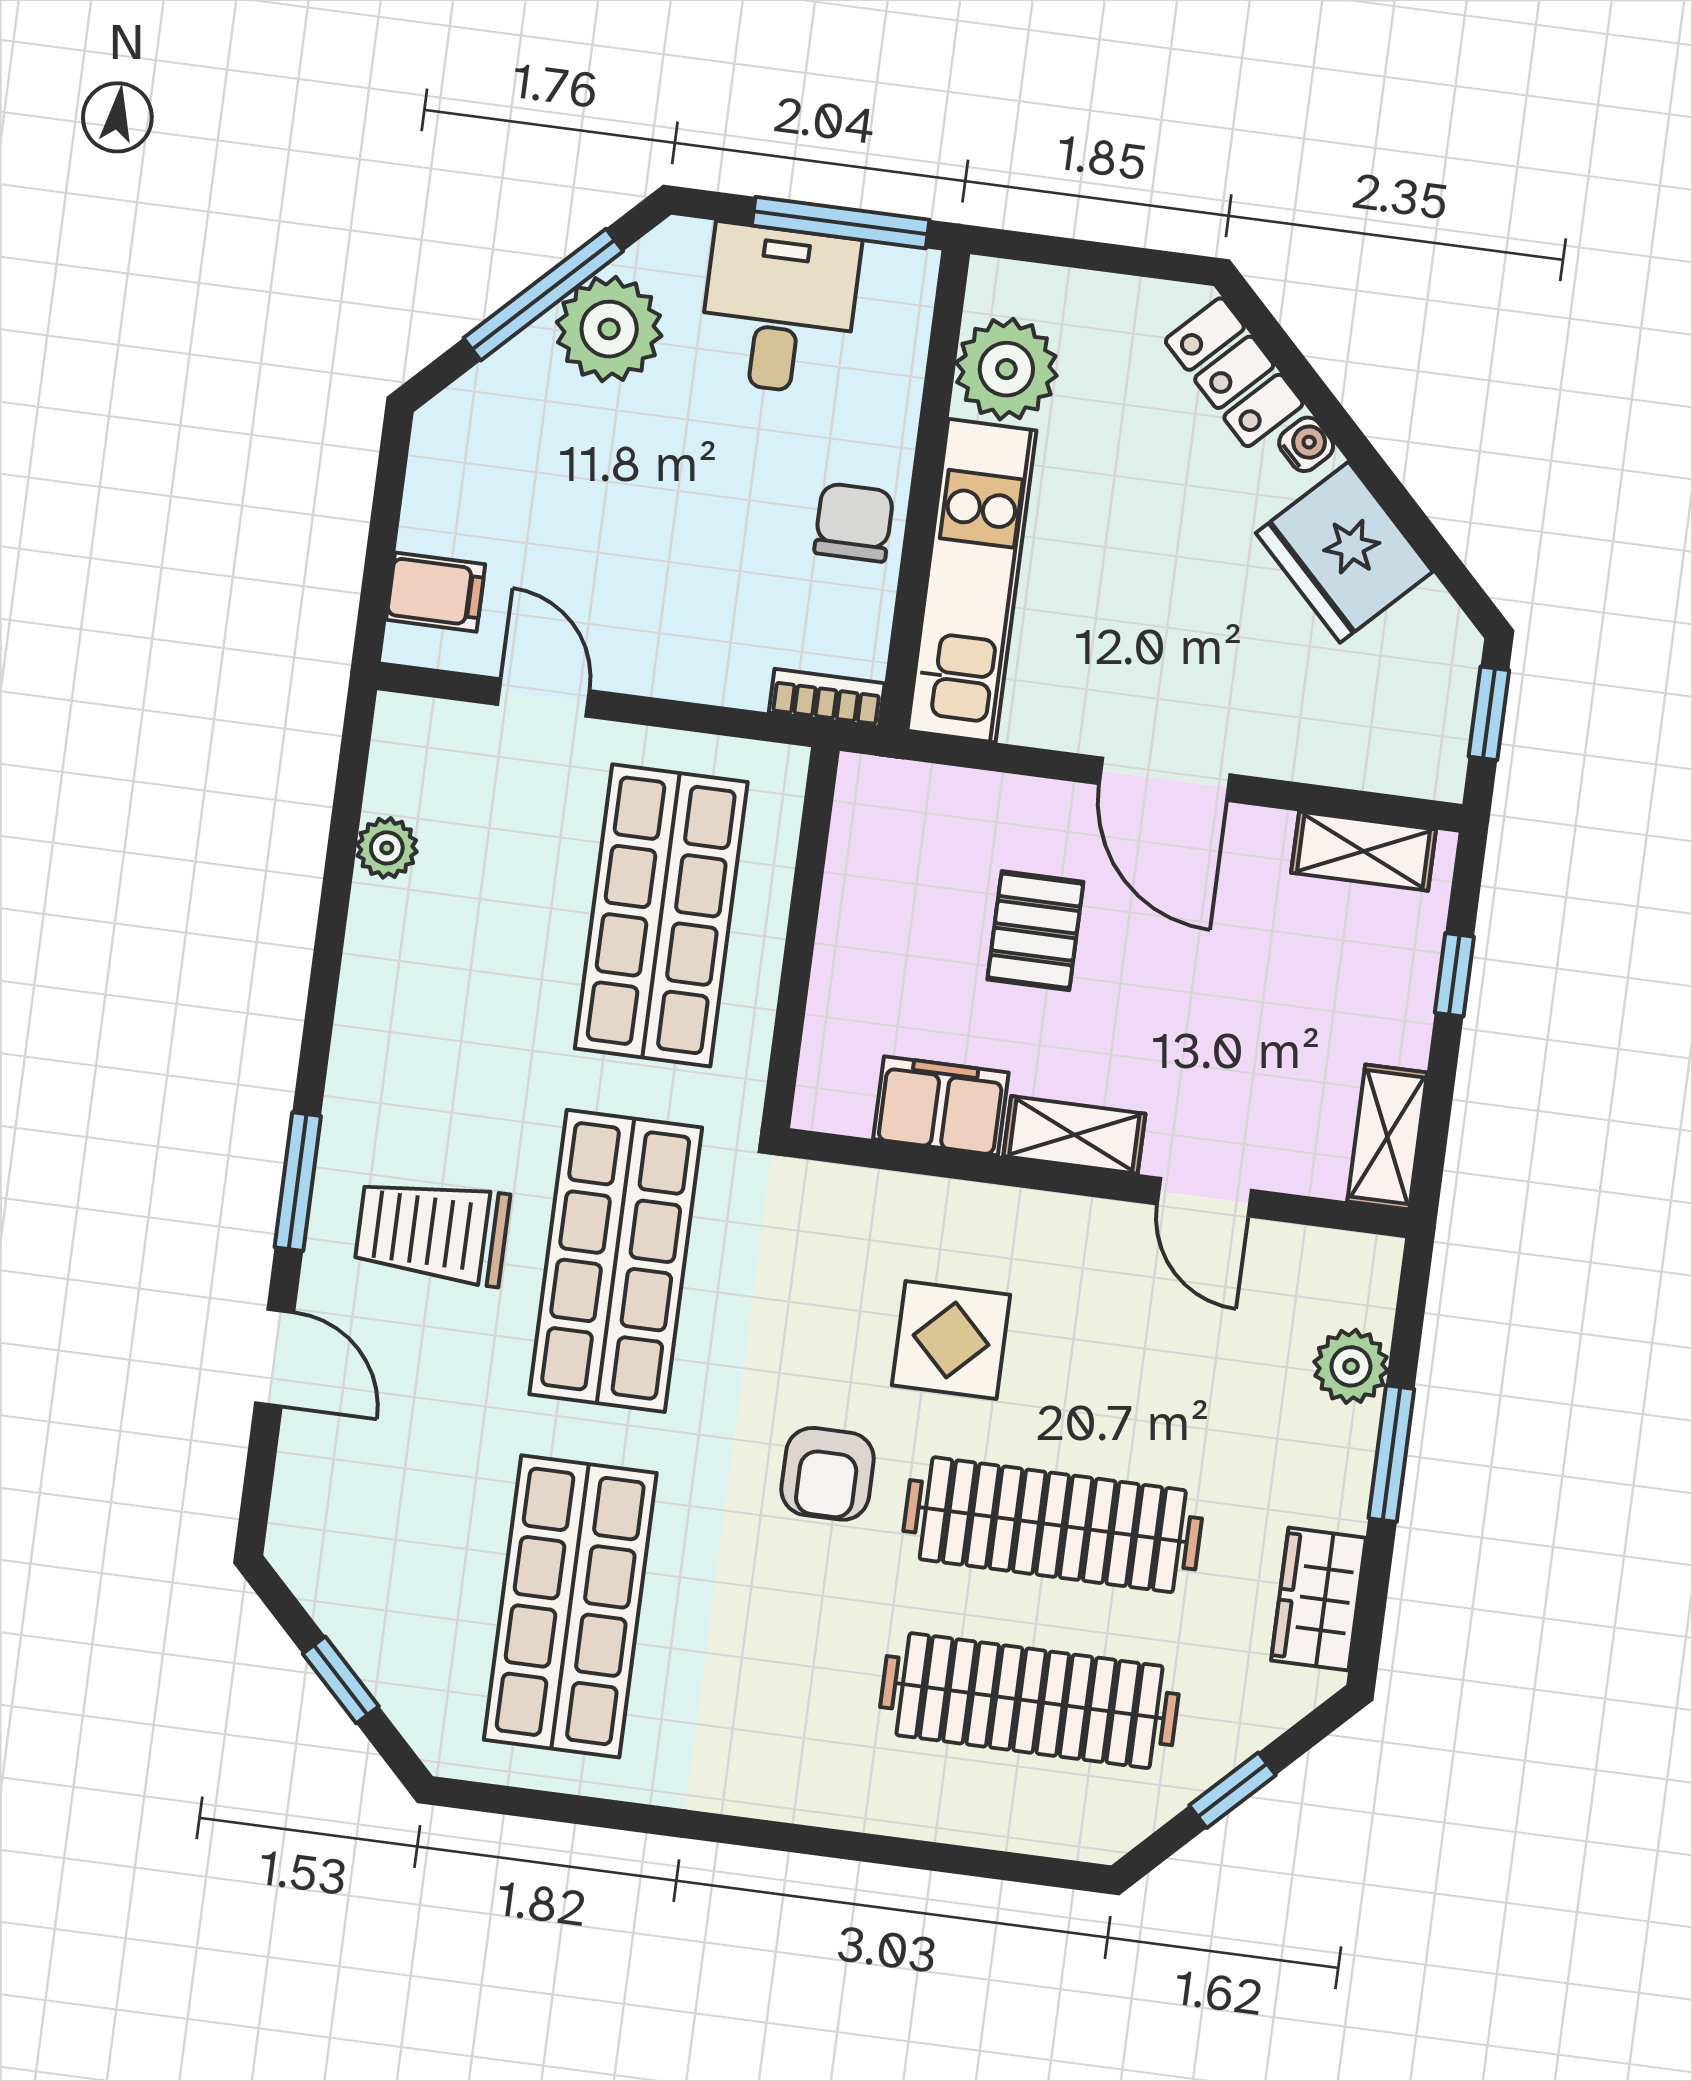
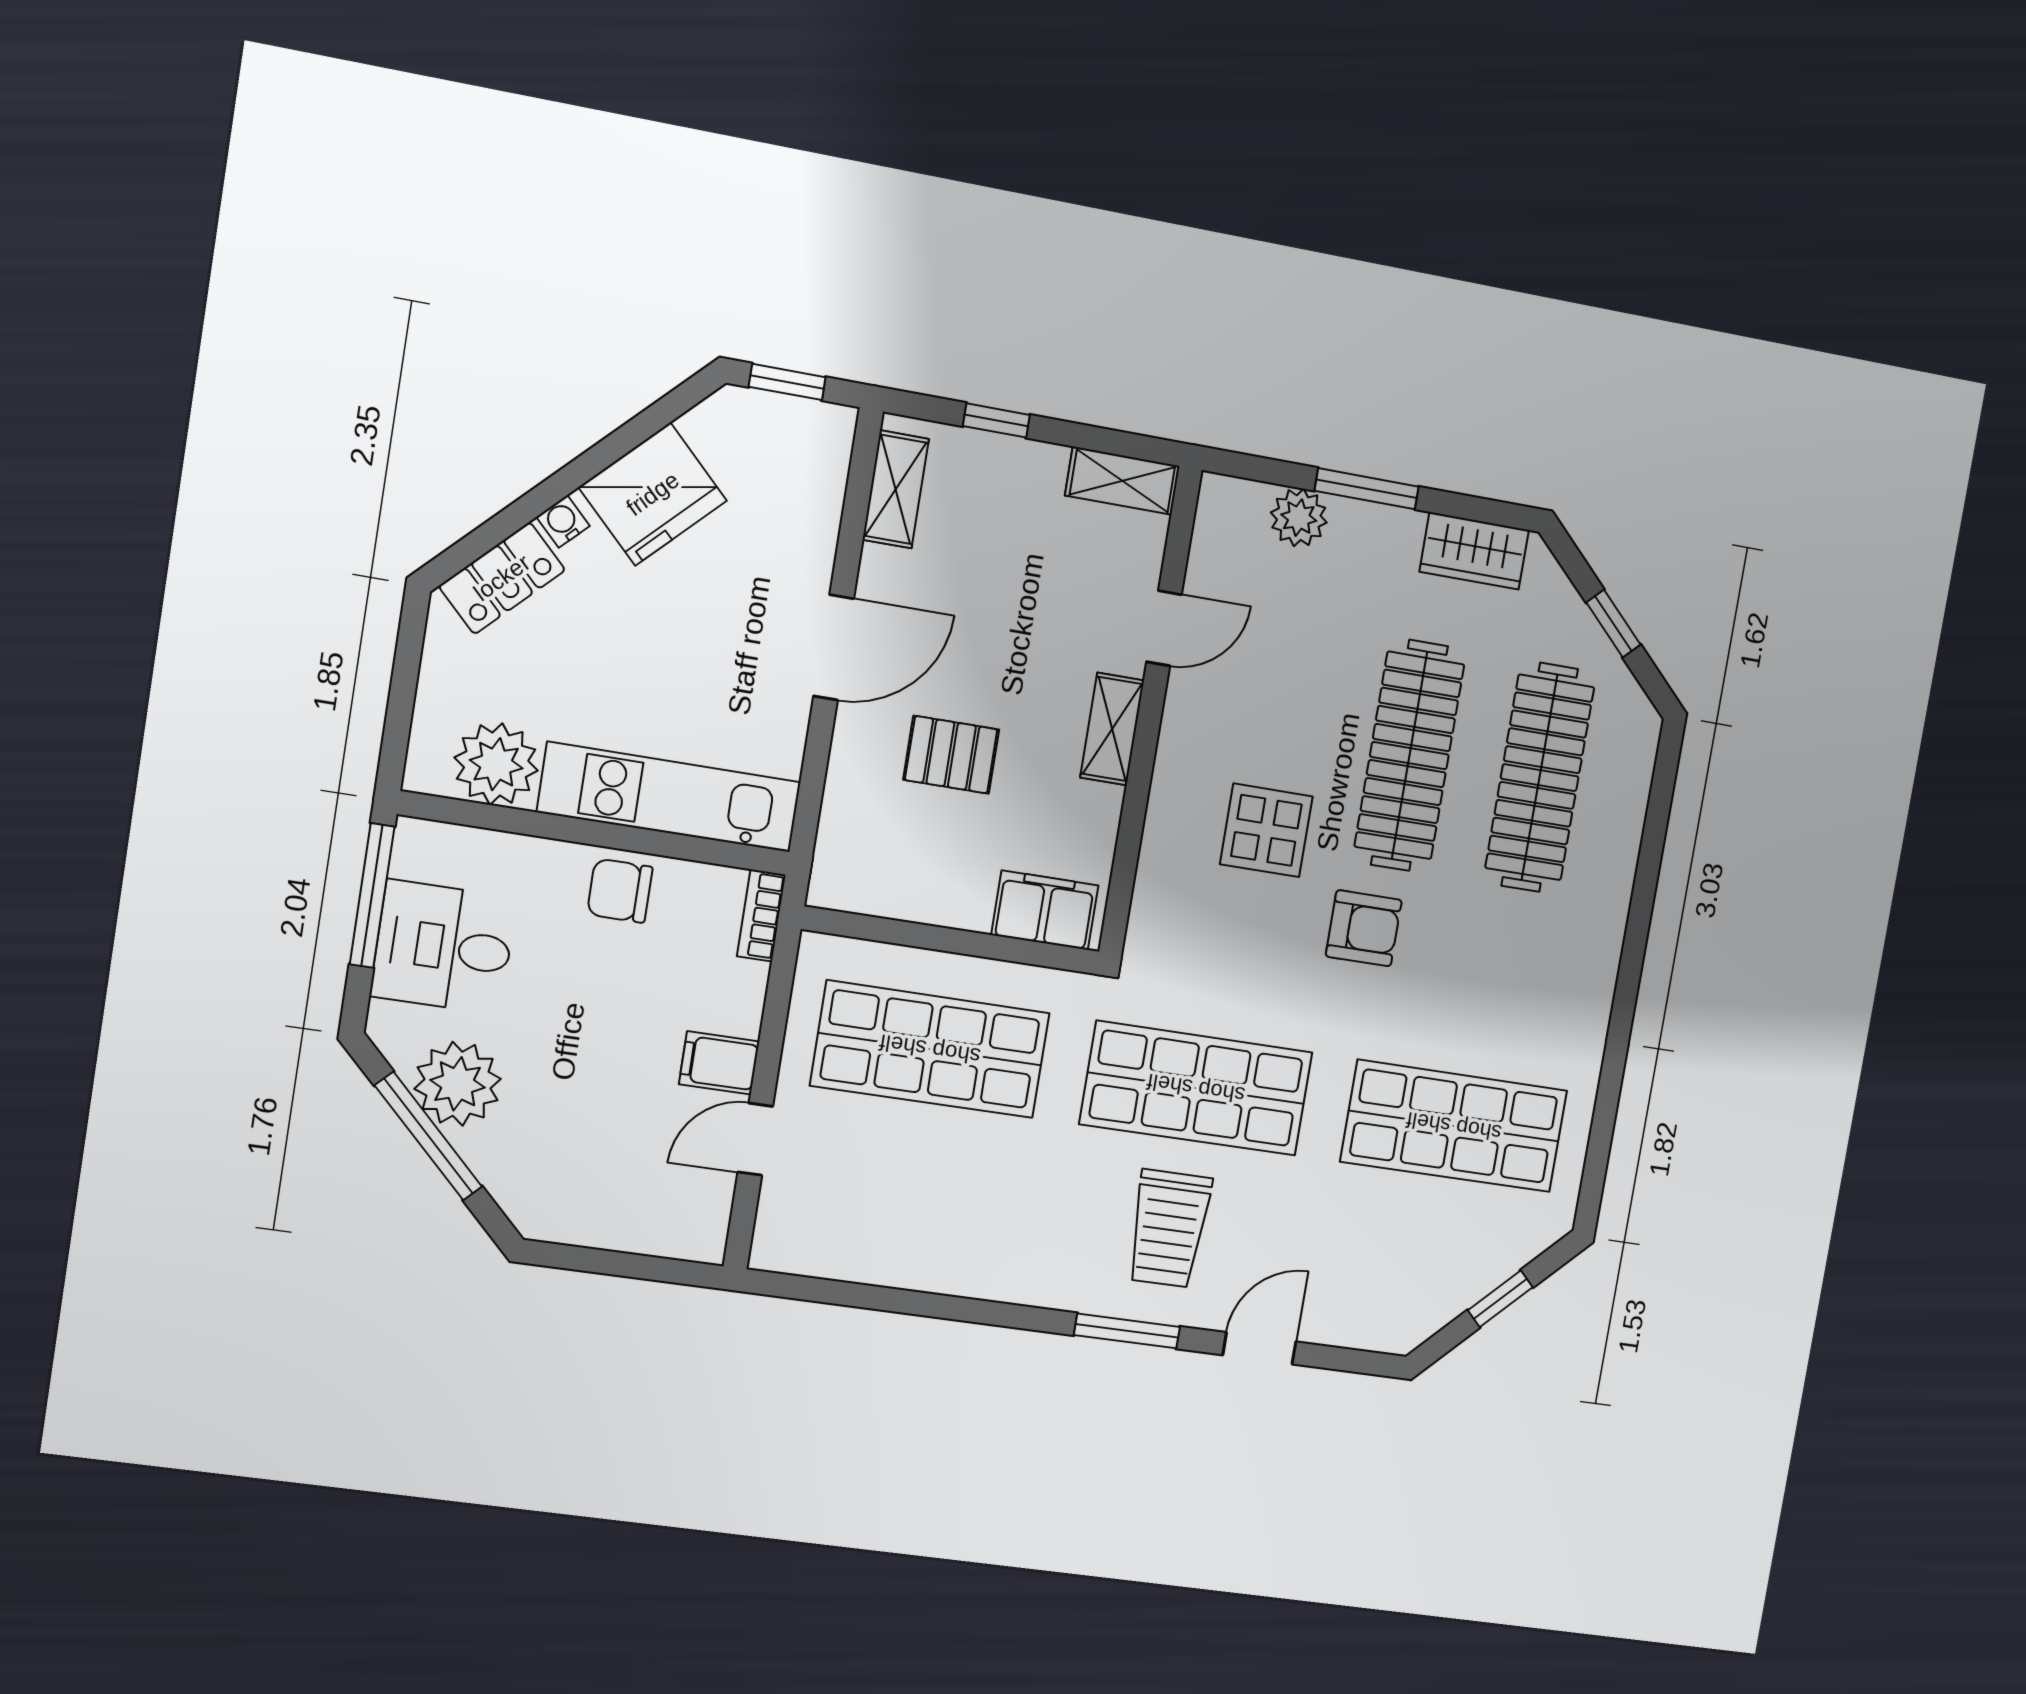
filing cabinet: (436, 592) -> (719, 1063), moved, turned -90
plant: (387, 848) -> (871, 1262), removed
filing cabinet: (941, 1106) -> (1045, 910), moved, turned 90

